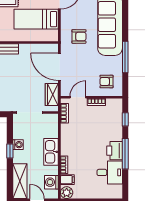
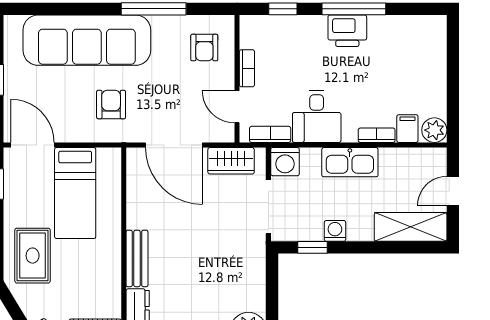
door: (59, 67) -> (174, 145), hinge flipped
window: (10, 151) -> (312, 247), moved
desk: (110, 172) -> (317, 117), moved, turned 180
washing machine: (51, 182) -> (285, 162), moved

